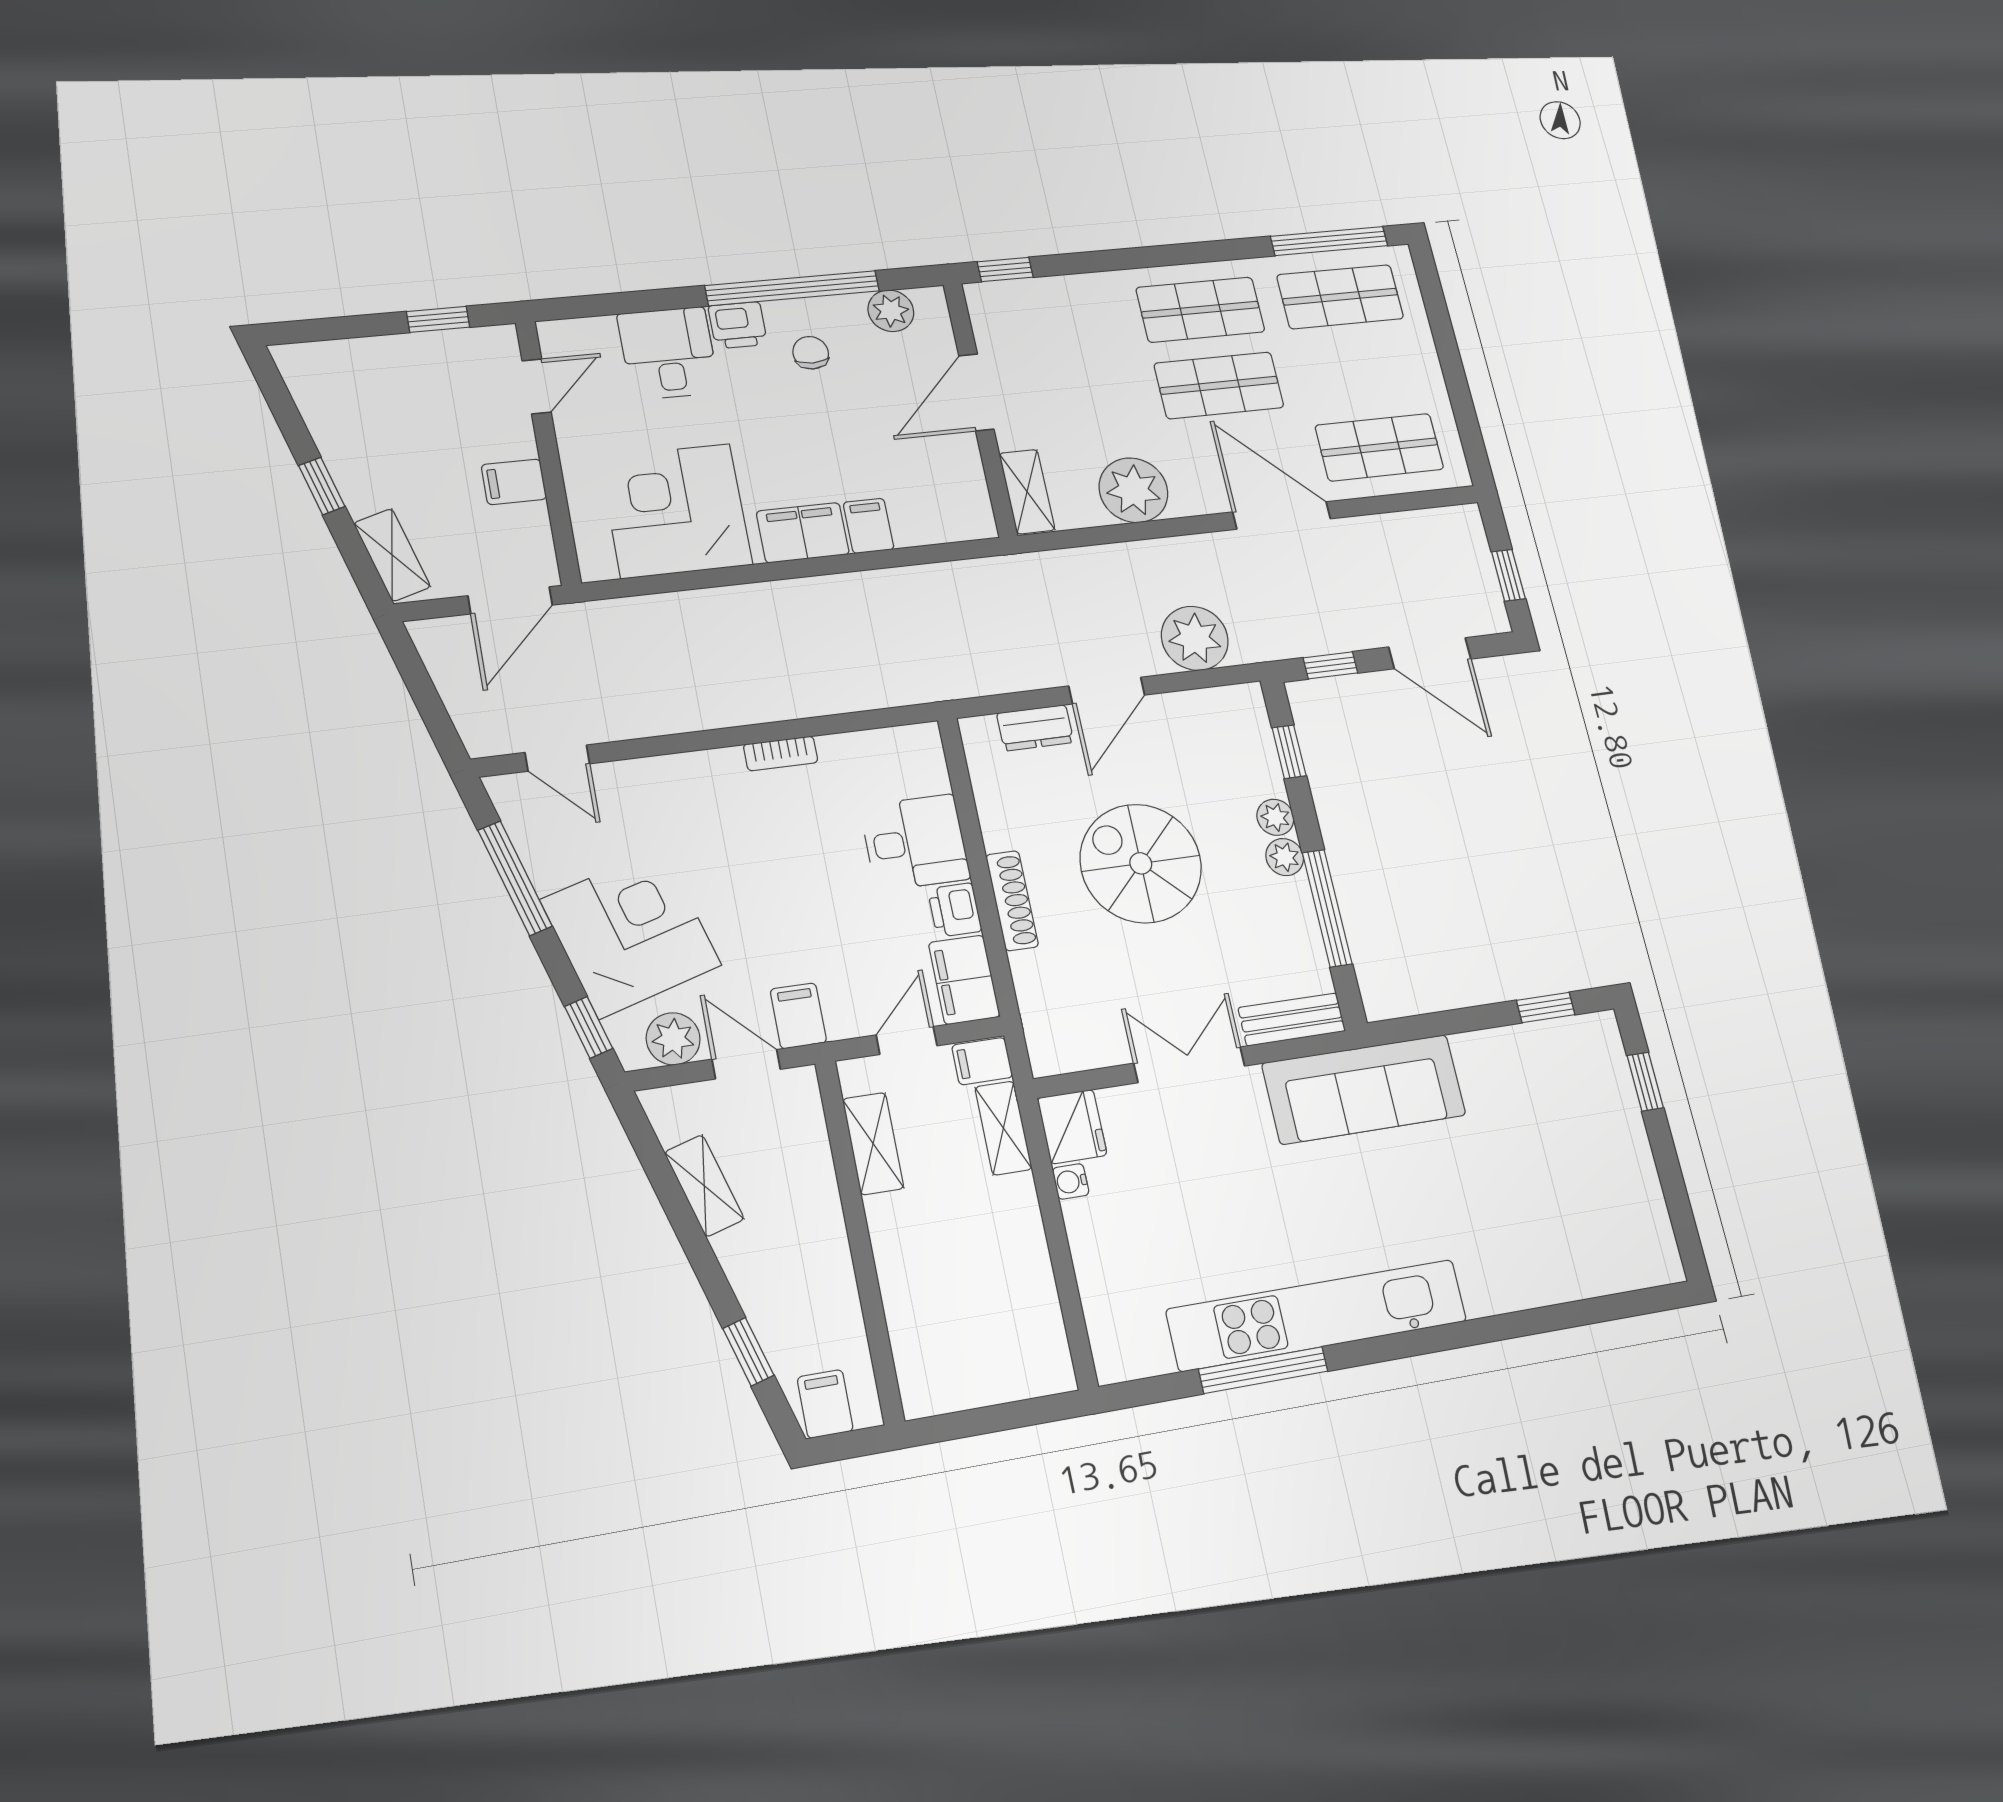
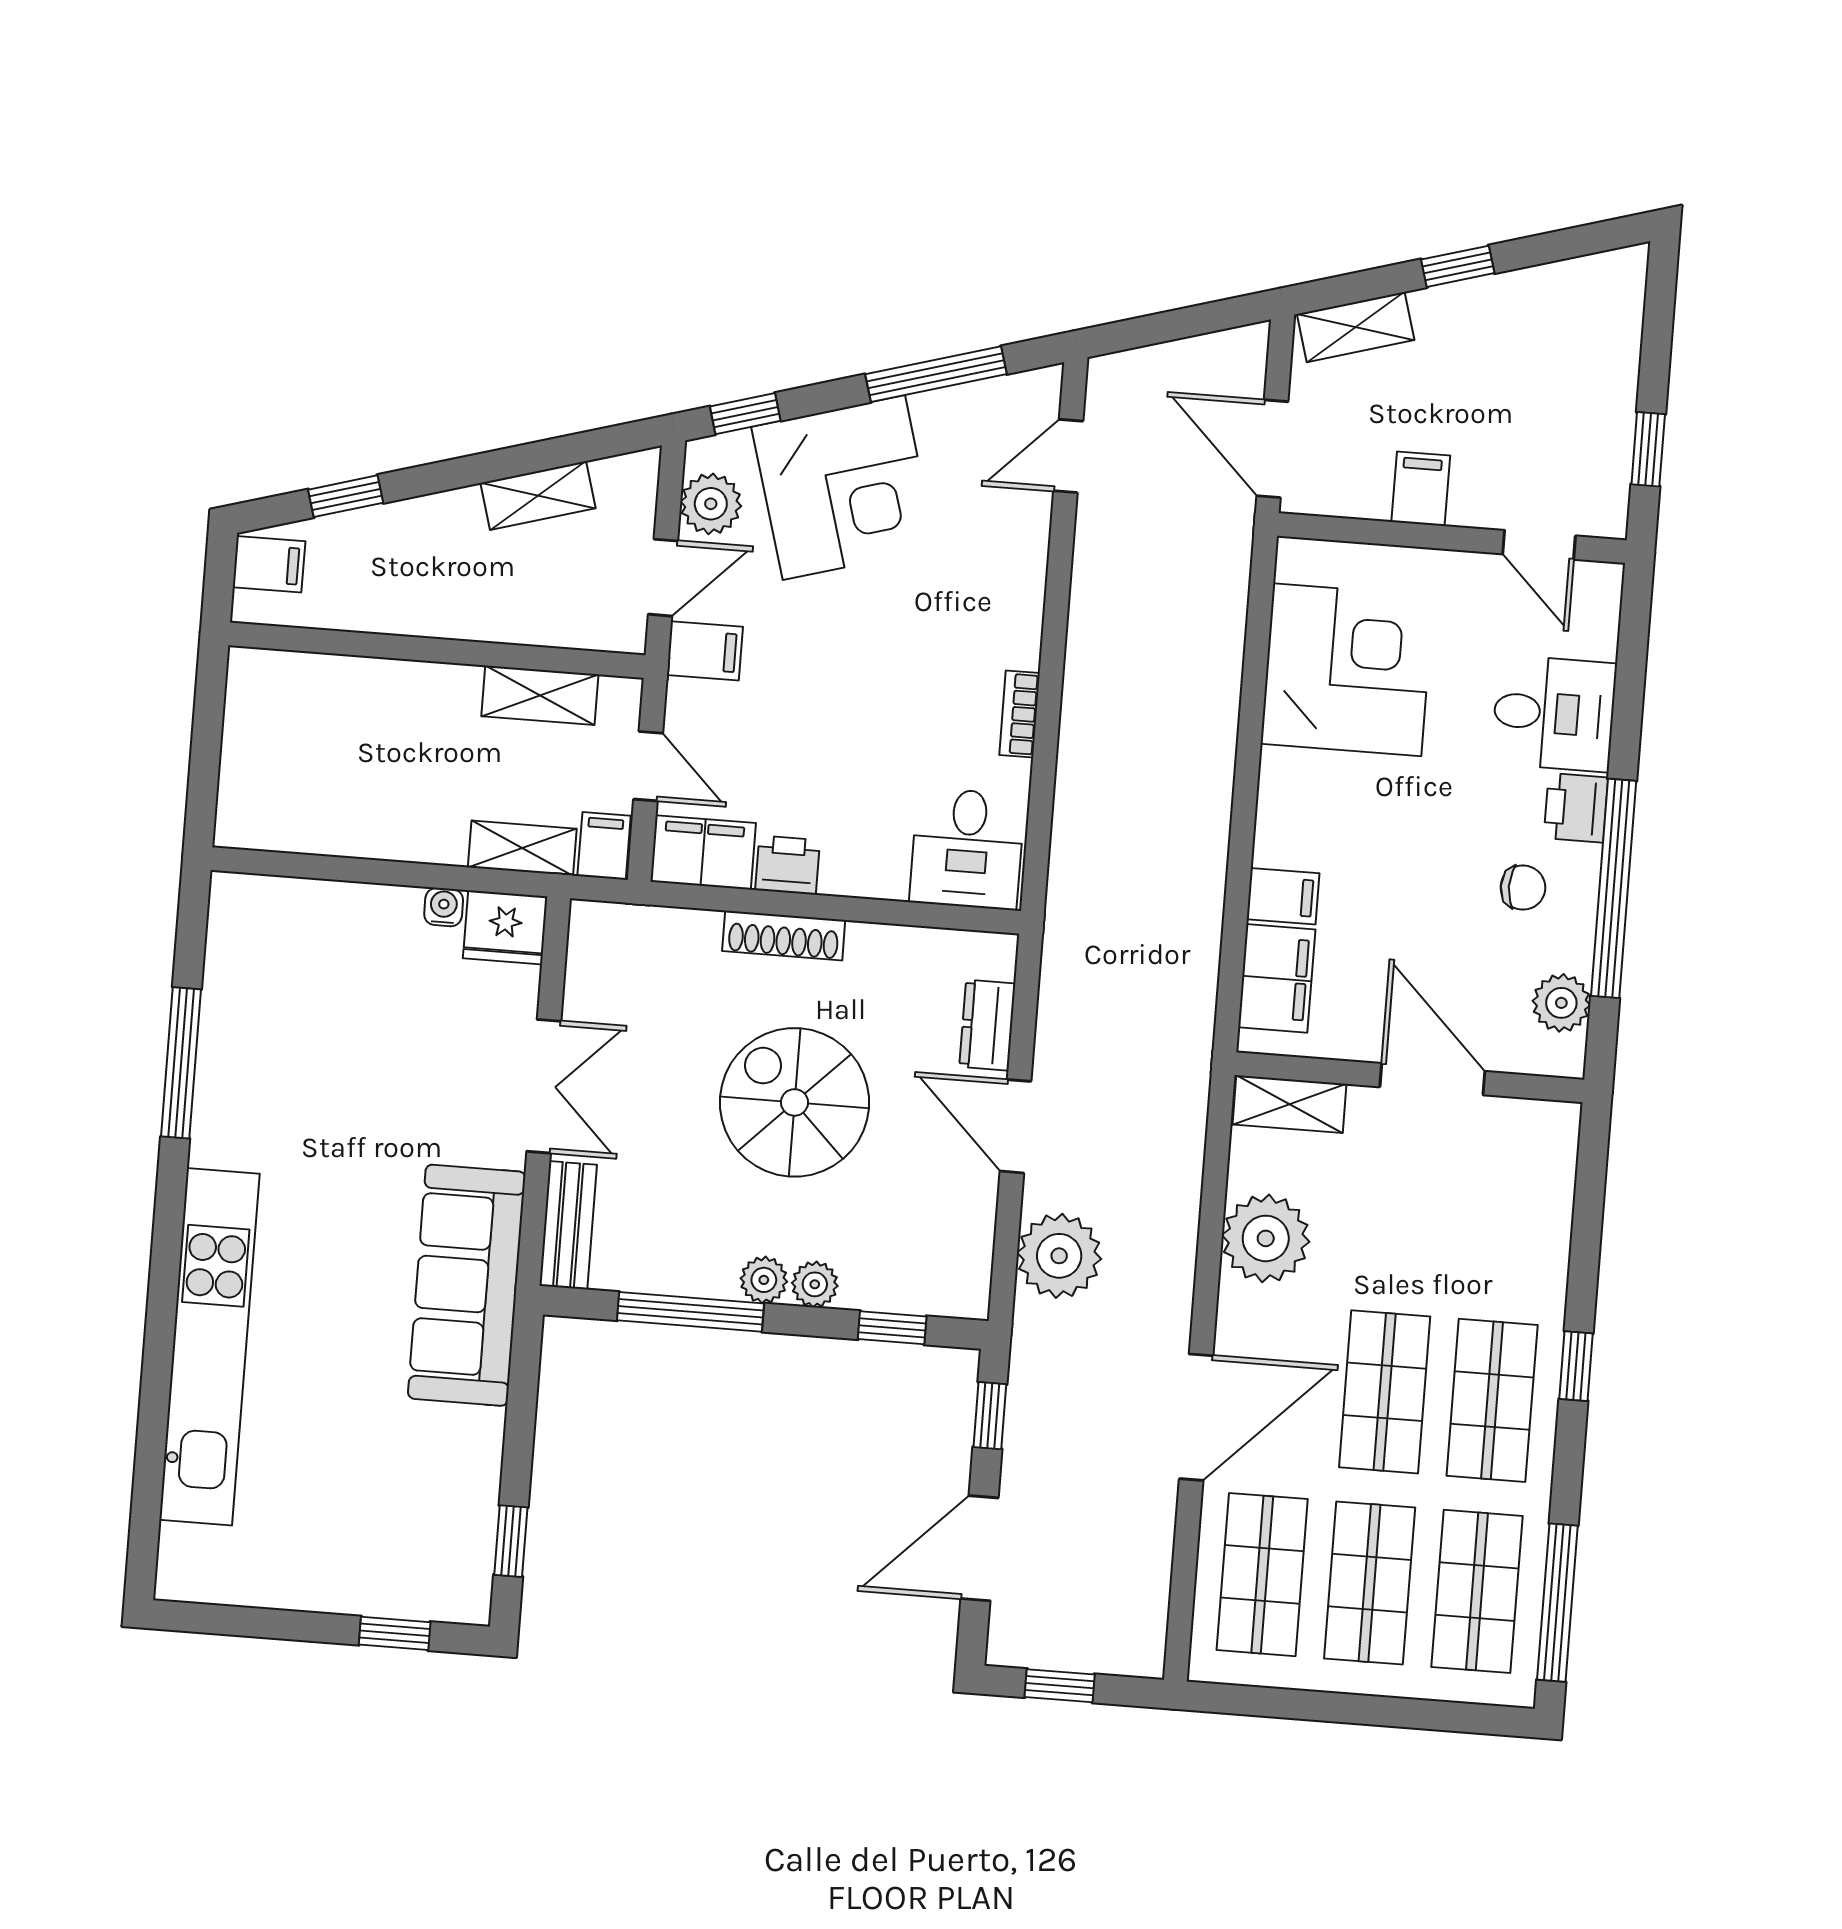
window: (1005, 270) -> (1576, 1366), moved
shop shelf: (1360, 371) -> (1370, 1583), added
filing cabinet: (803, 533) -> (1277, 978), moved
desk: (915, 842) -> (967, 849), moved
spiral stairs: (1141, 863) -> (794, 1102), turned -90
kitchen unit: (1317, 1315) -> (209, 1347), moved

